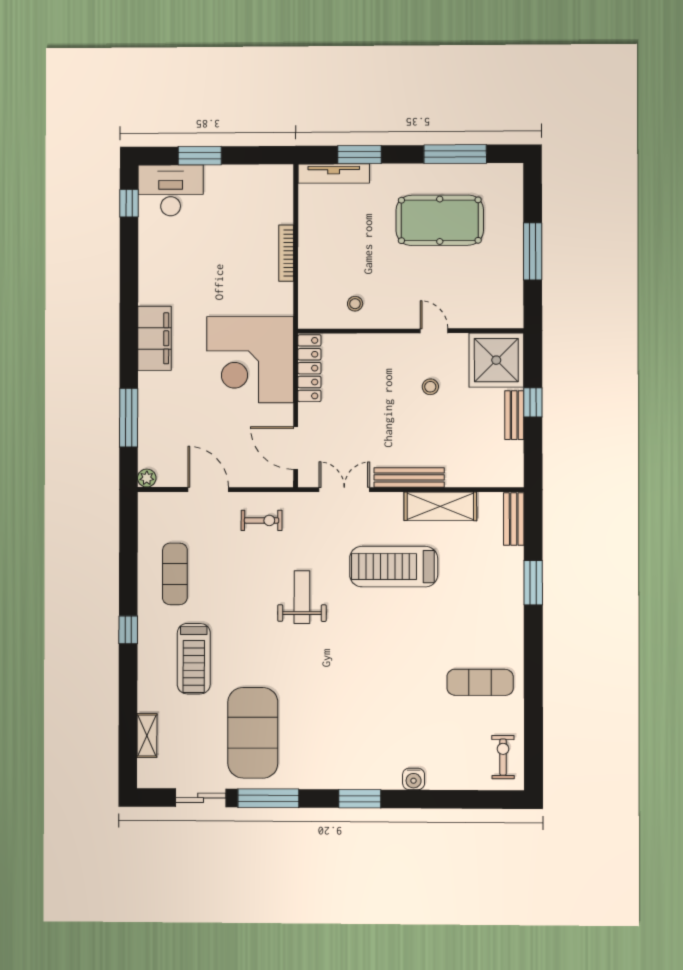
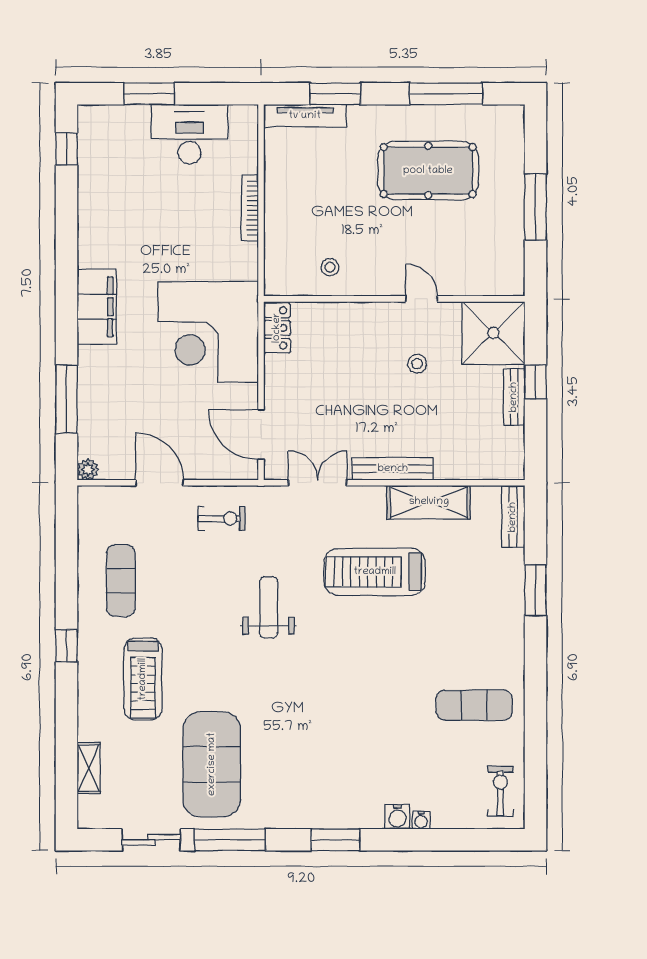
desk: (171, 190) -> (190, 134), moved
locker: (309, 368) -> (277, 328), width x0.66
water cooler: (434, 782) -> (421, 820), added

